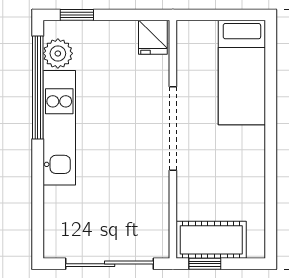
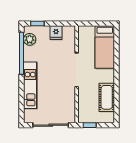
fridge: (153, 37) -> (56, 33), moved
kitchen unit: (59, 128) -> (30, 85), moved
cot: (211, 240) -> (107, 97), moved, turned 90

